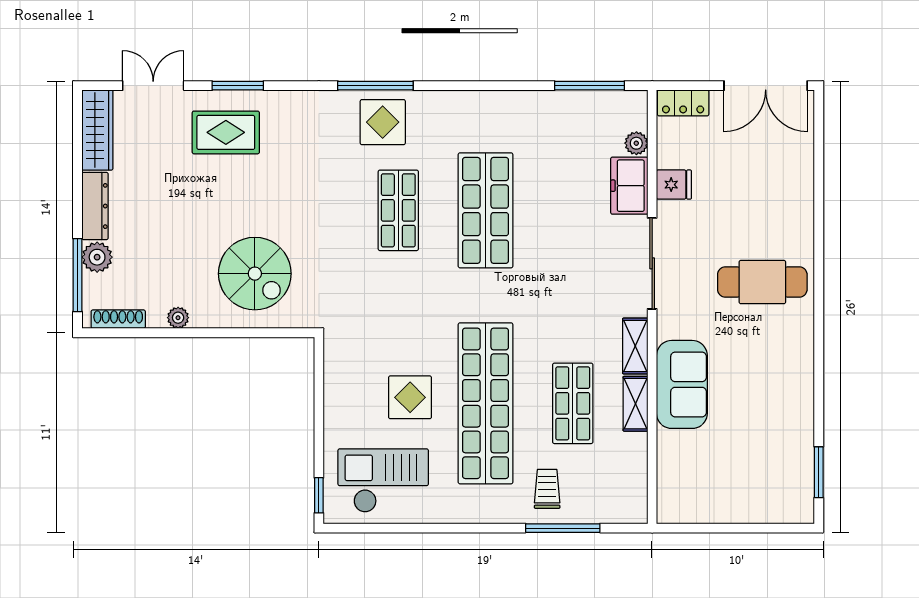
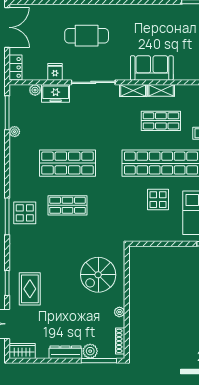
plant: (551, 101) -> (15, 132), added
wardrobe: (97, 130) -> (22, 351), width x0.67
spiral stairs: (255, 274) -> (98, 275), turned 180
cafe table: (762, 282) -> (87, 36), moved, turned 90

